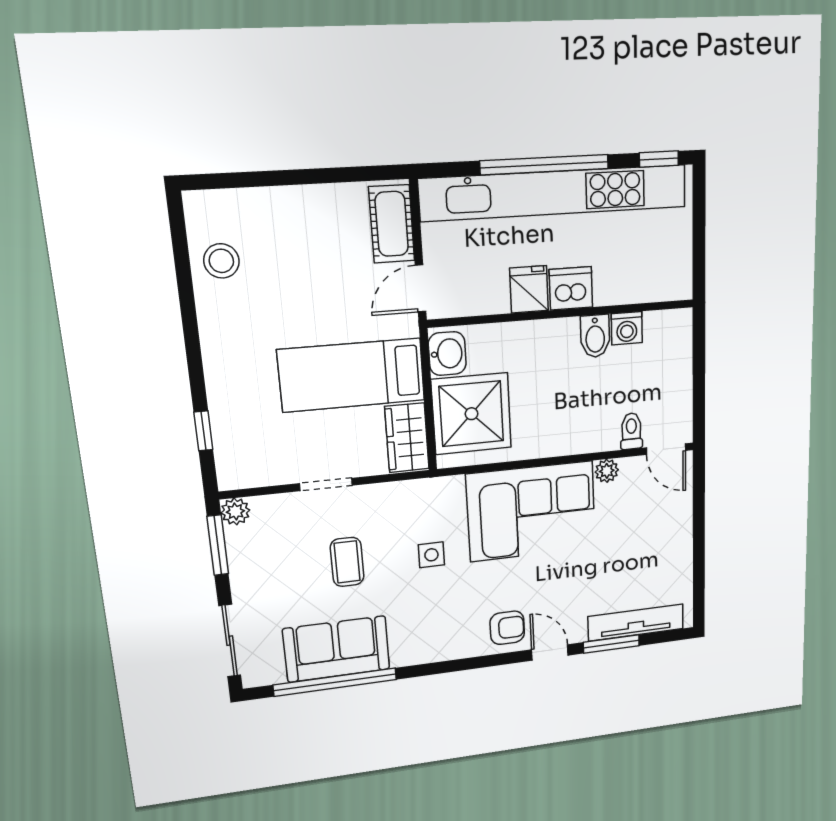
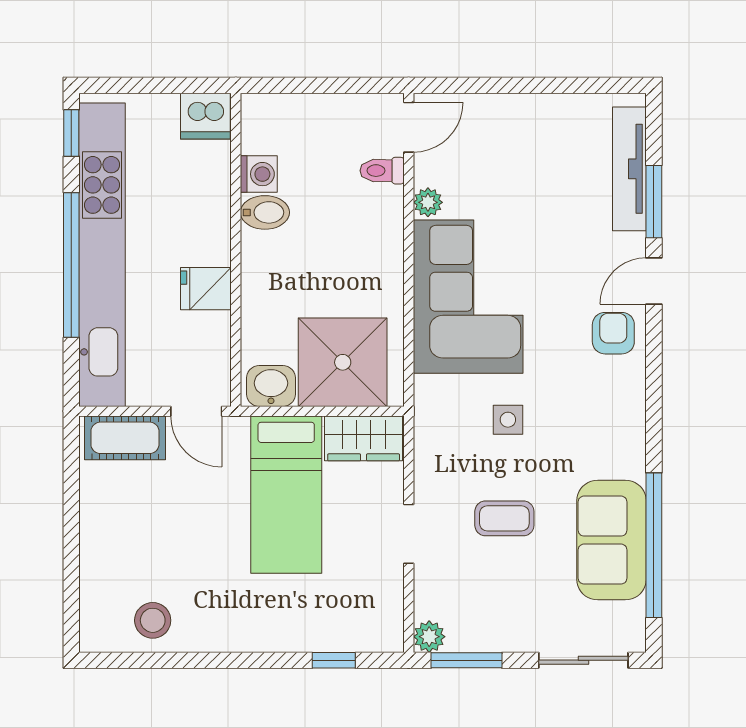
dishwasher: (571, 288) -> (205, 116), moved, turned -90

